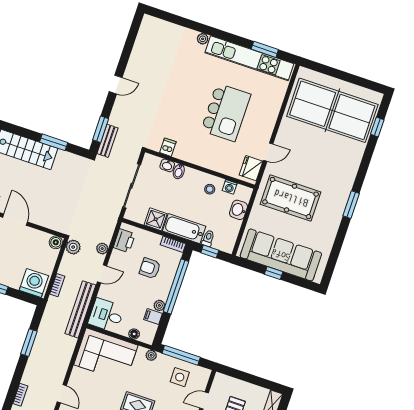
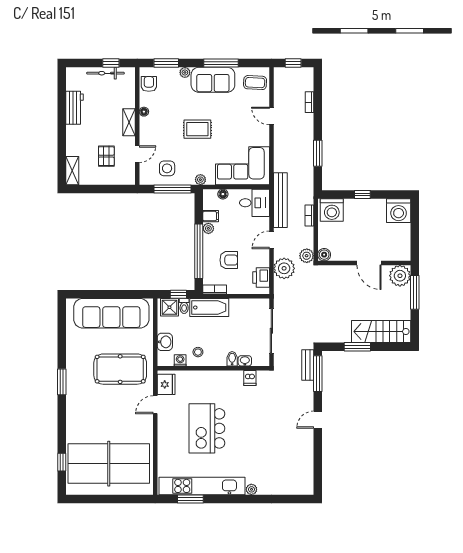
window: (101, 129) -> (318, 374), width x1.44
shower: (156, 219) -> (169, 307), moved
plant: (102, 249) -> (284, 268), width x1.88, depth x1.88
window: (274, 273) -> (112, 294), removed

